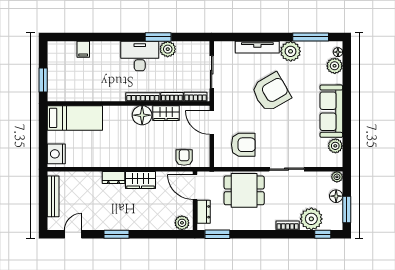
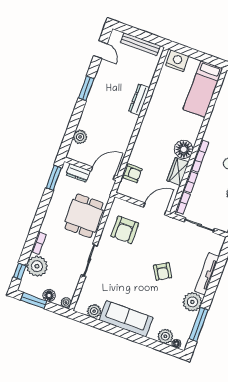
armchair: (271, 92) -> (163, 271), width x0.53, depth x0.53
dresser: (113, 177) -> (139, 100), width x1.44
wardrobe: (141, 180) -> (127, 127), removed
plant: (182, 223) -> (80, 137), moved

